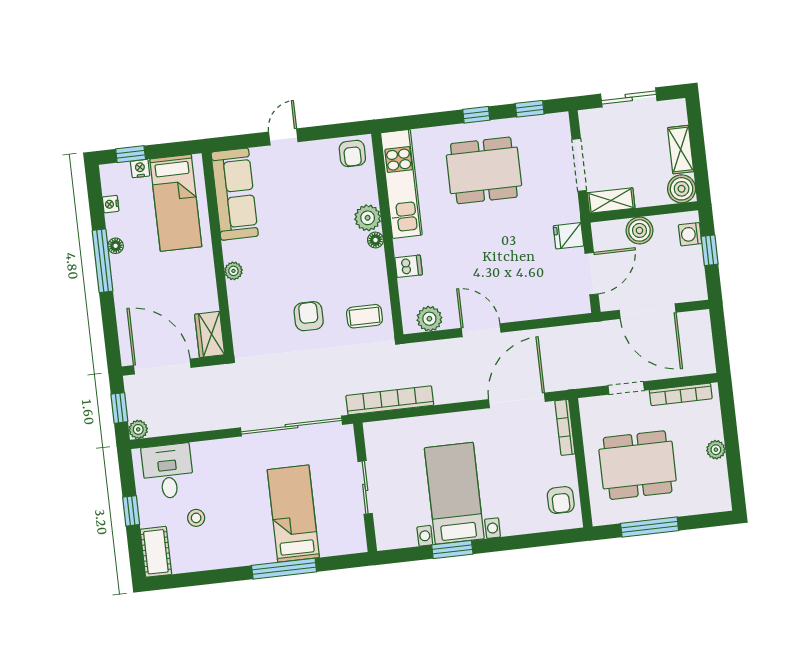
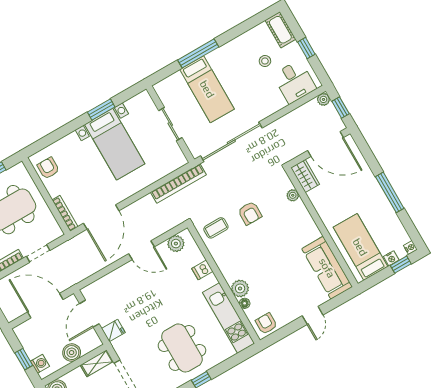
dining table: (484, 170) -> (182, 348), turned 90
nightstand: (111, 204) -> (410, 248), moved
floor lamp: (375, 240) -> (245, 303), moved
floor lamp: (116, 246) -> (386, 205), removed
plant: (233, 271) -> (293, 195), moved

